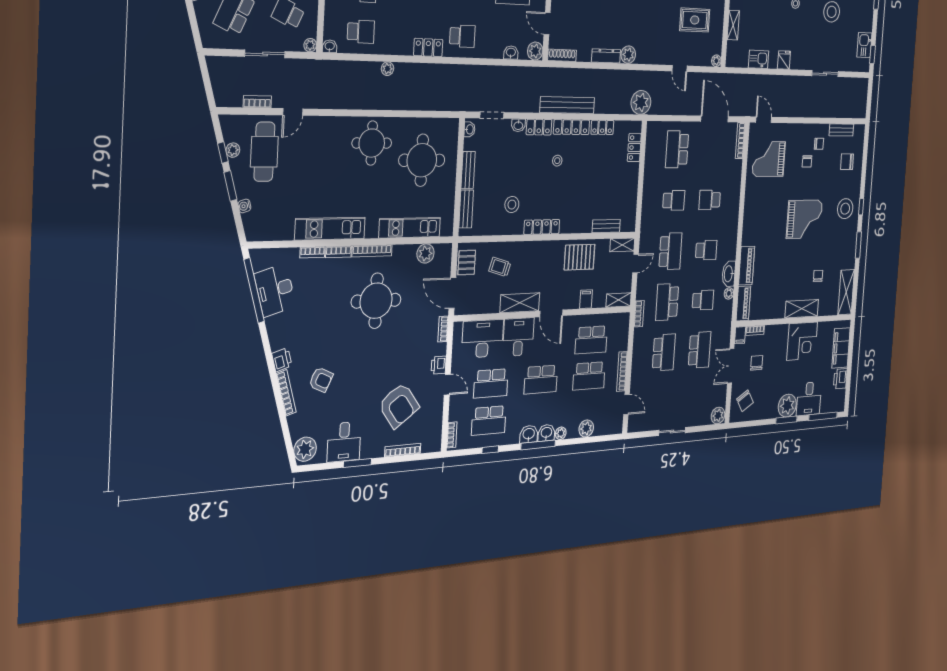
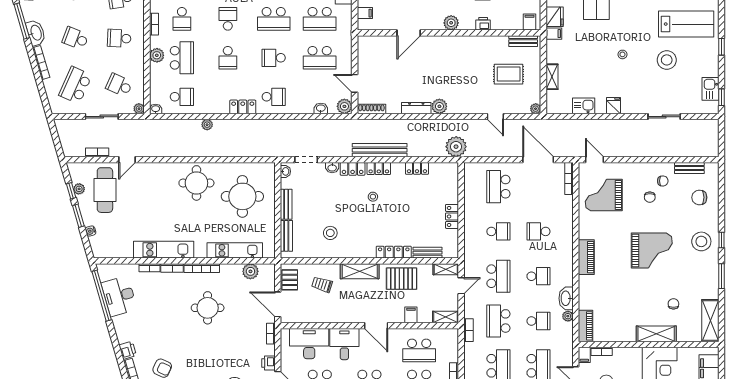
locker: (571, 127) -> (379, 169), width x0.66
locker: (634, 148) -> (452, 216), moved
locker: (542, 227) -> (394, 252), moved
piano: (747, 266) -> (586, 257), moved
round table: (376, 301) -> (208, 308), width x0.73, depth x0.73
shelving: (520, 303) -> (360, 271), moved

